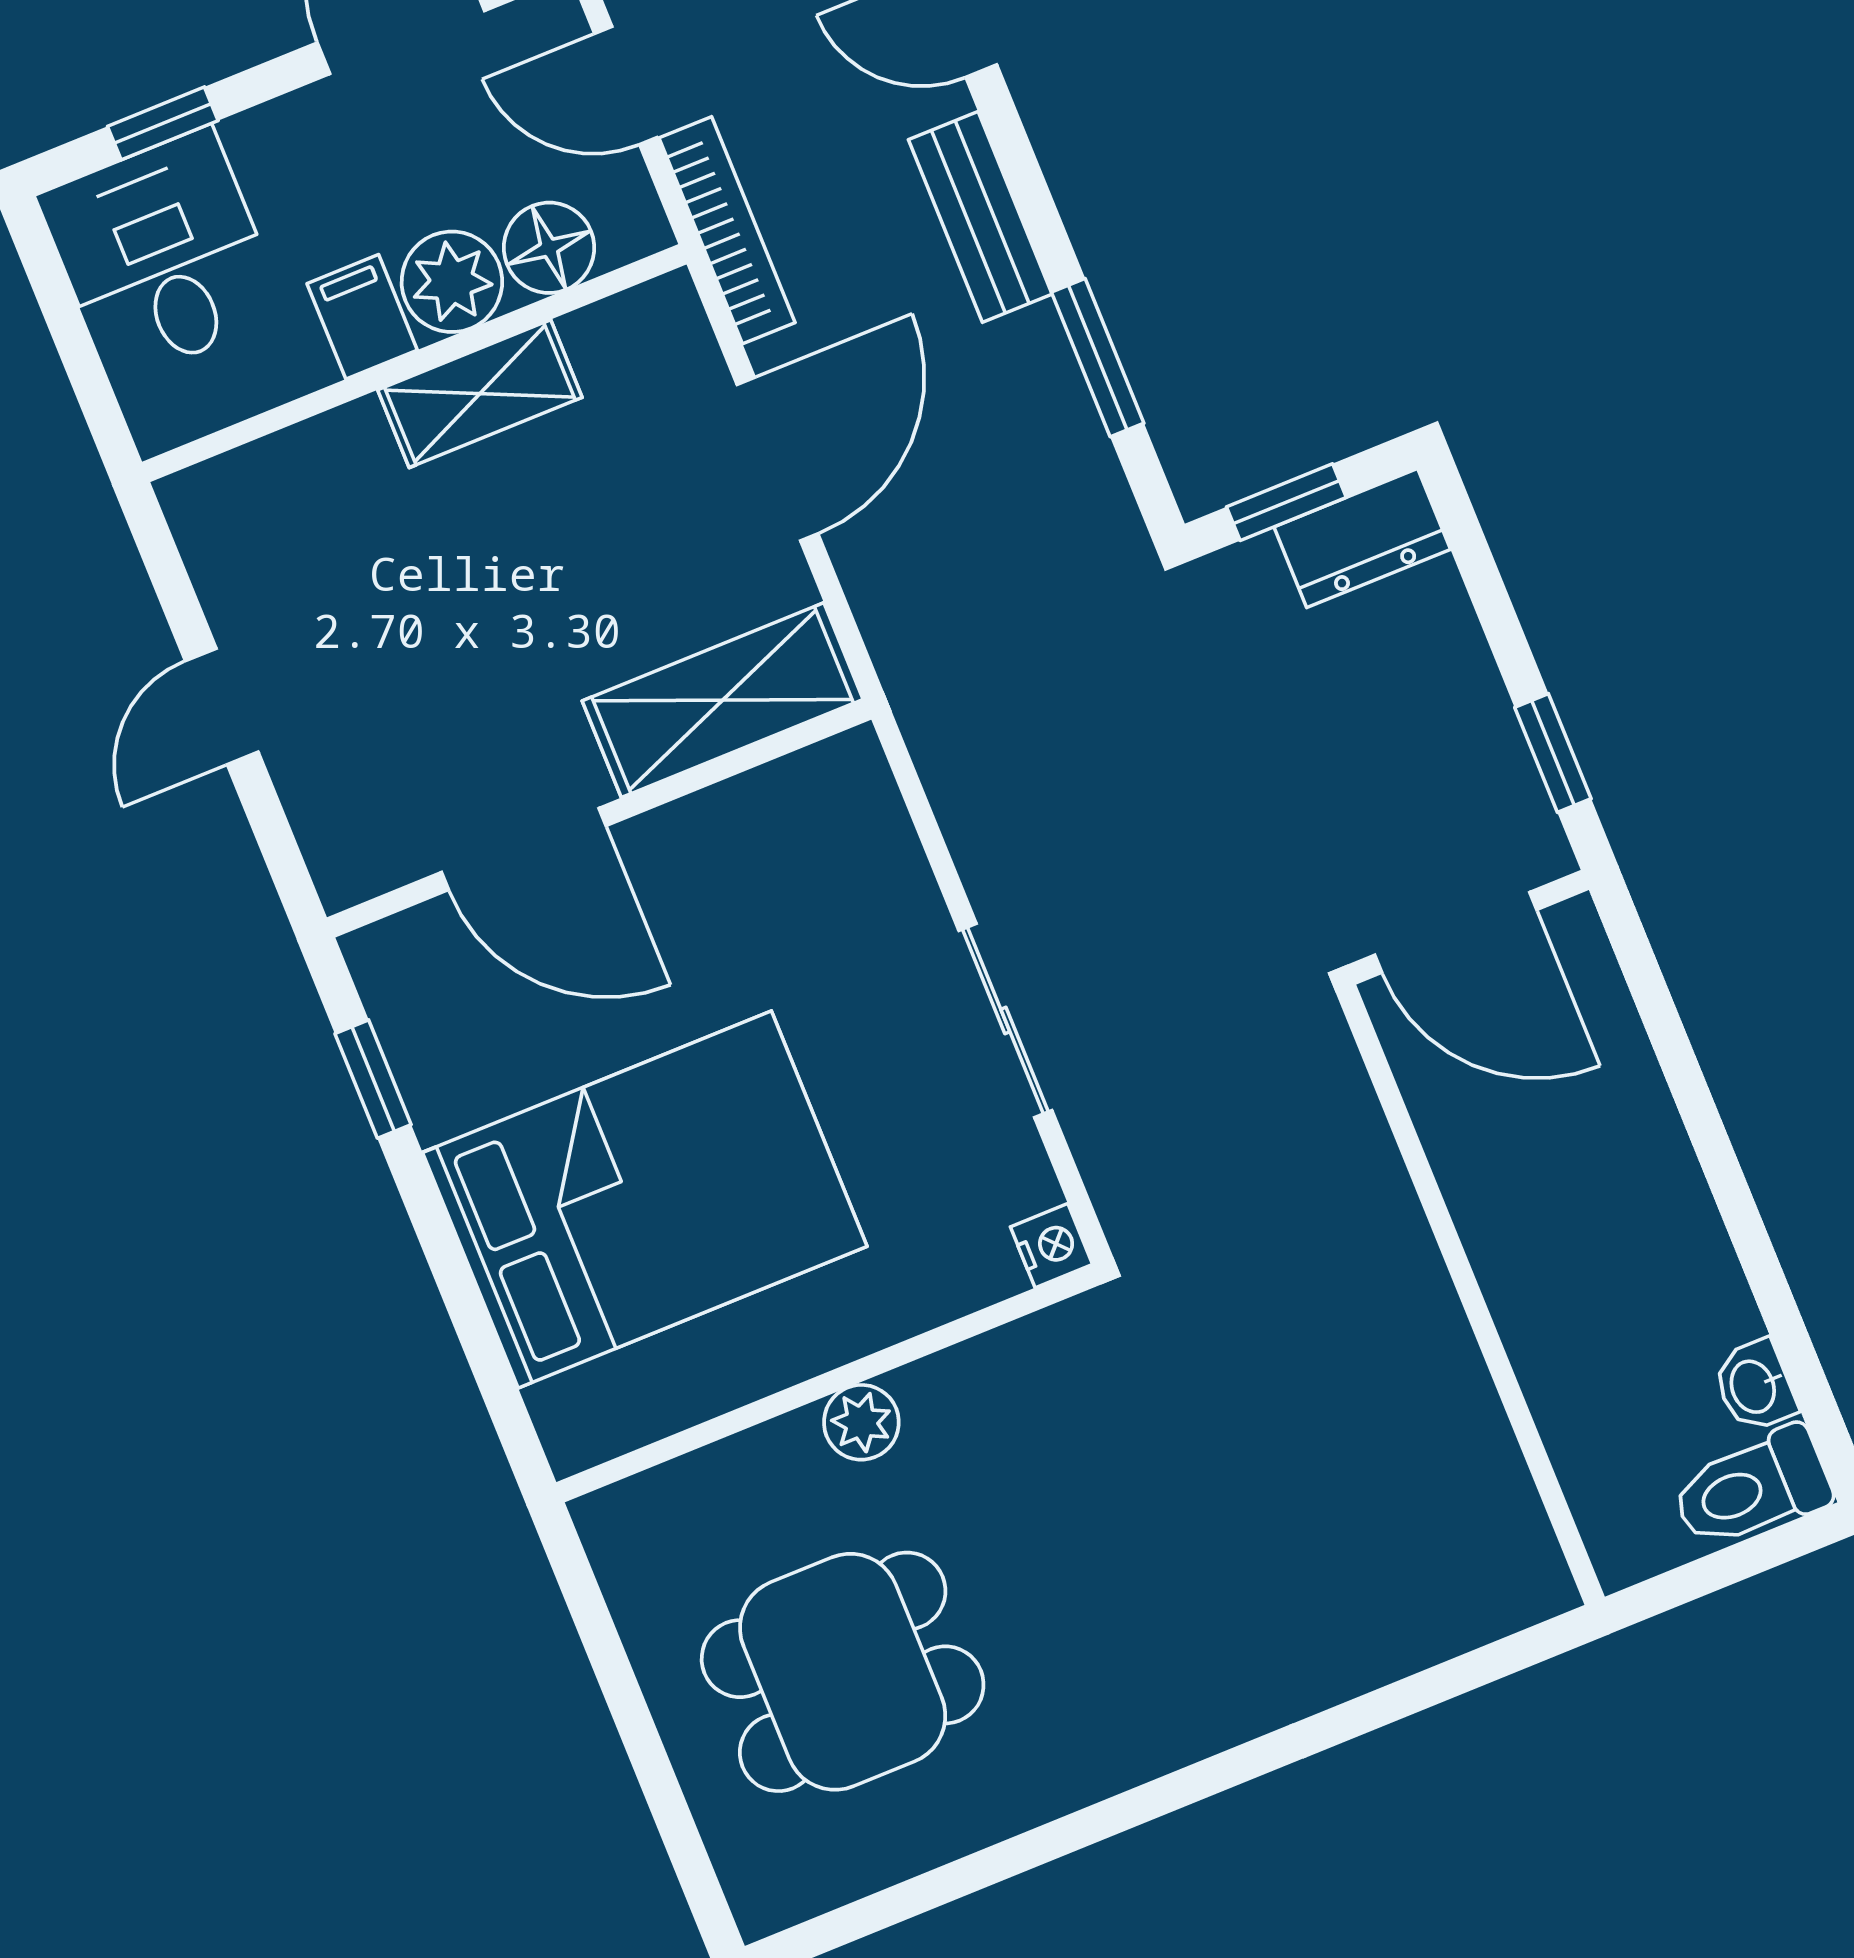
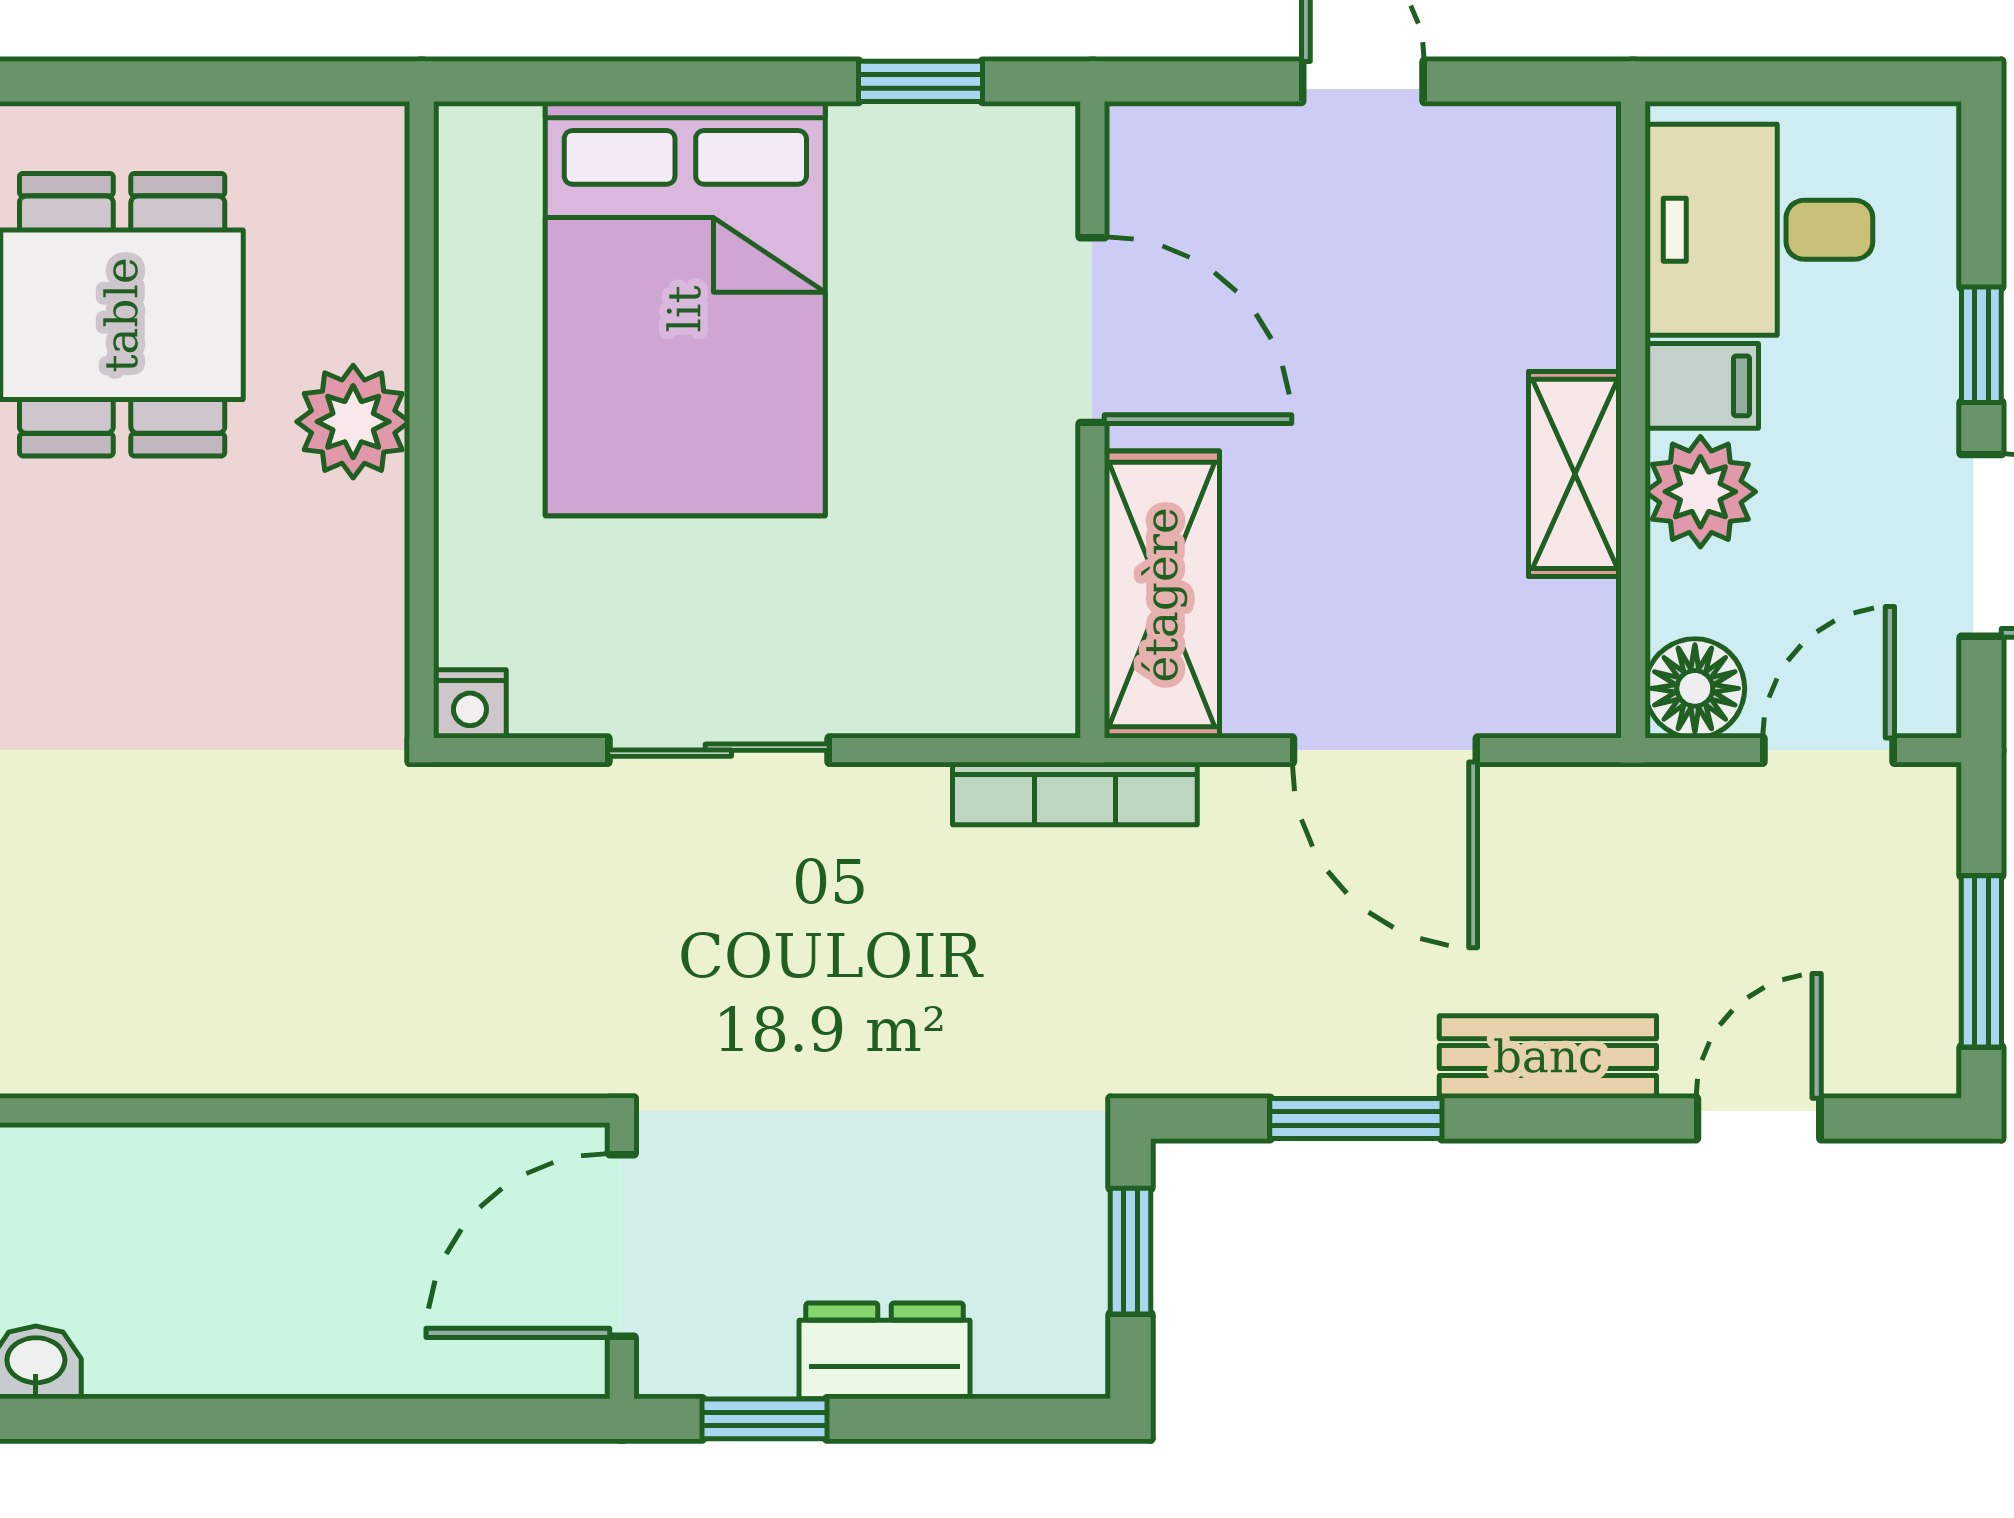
window: (163, 123) -> (1981, 345), moved
bookcase: (727, 230) -> (1075, 793), moved
floor lamp: (549, 248) -> (1695, 688), moved
desk: (162, 255) -> (1759, 230), moved, turned 180
dresser: (1362, 538) -> (885, 1351), moved, turned 90
door: (524, 849) -> (1092, 330), swing flipped
plant: (861, 1422) -> (353, 422), width x1.38, depth x1.38

